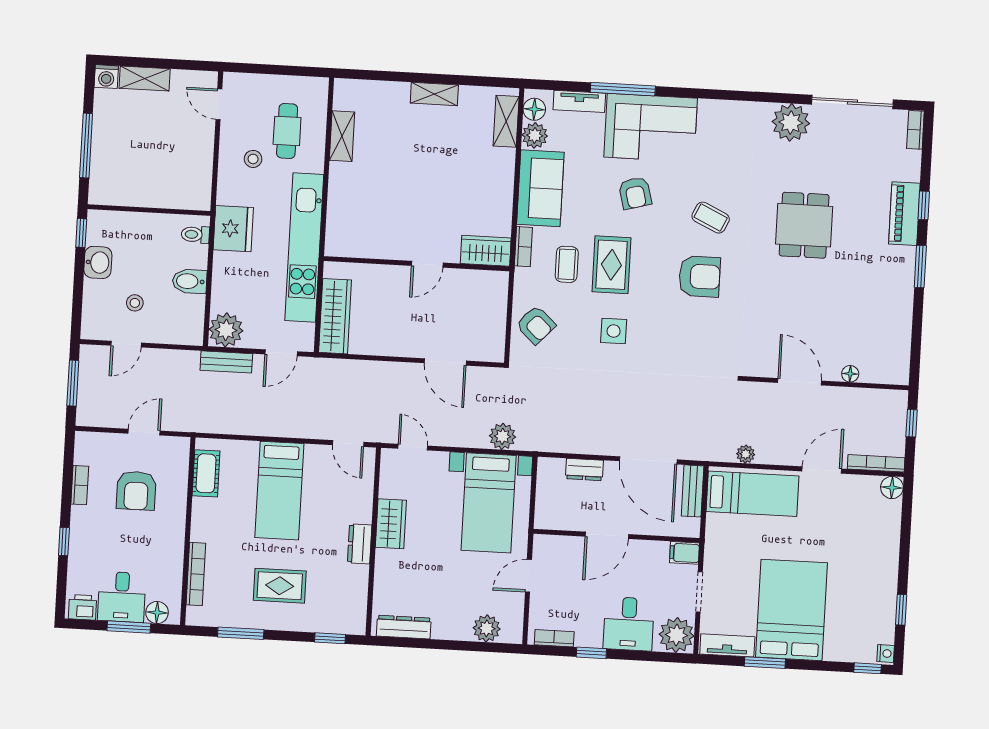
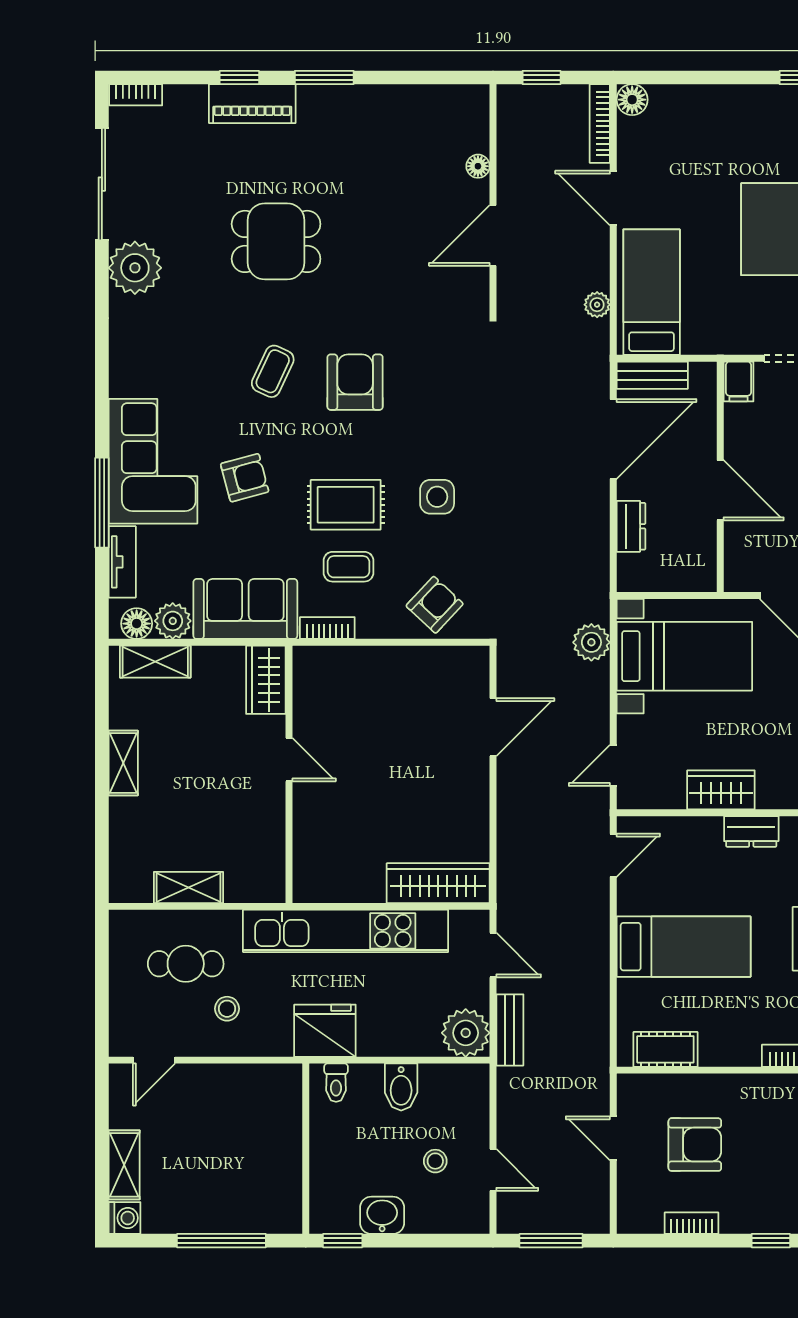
wardrobe: (486, 251) -> (266, 680), moved
wall: (417, 264) -> (289, 774), moved
door: (427, 264) -> (289, 760), moved

